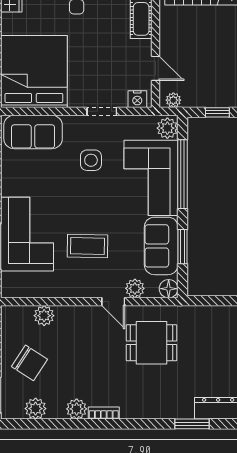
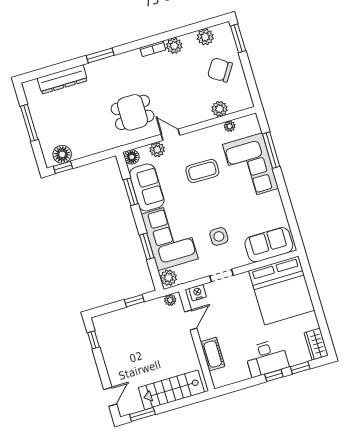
door: (155, 68) -> (191, 320), swing flipped
window: (183, 174) -> (147, 246), width x0.47
plant: (38, 291) -> (230, 126), added
window: (192, 424) -> (100, 55), moved

